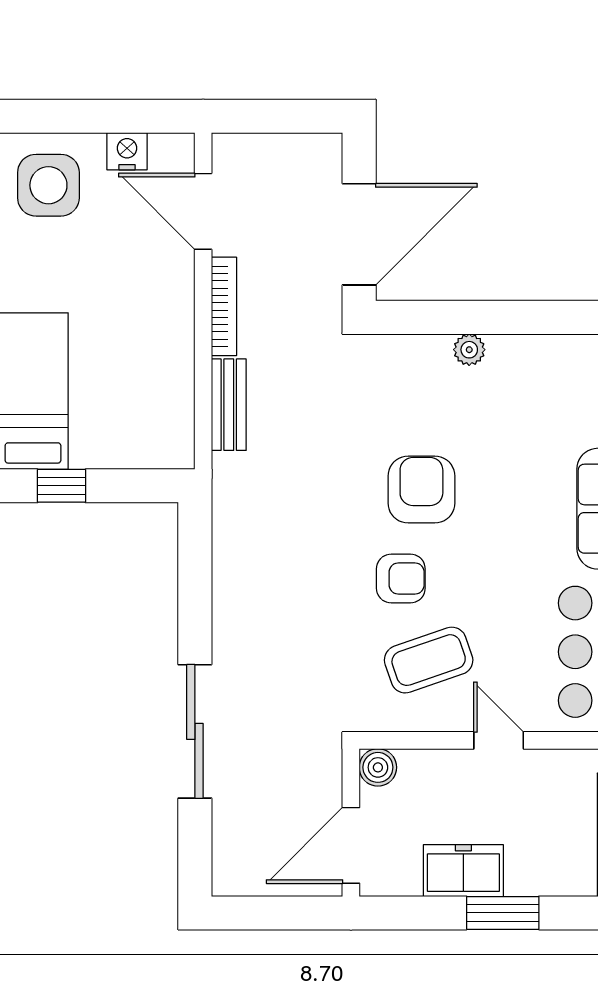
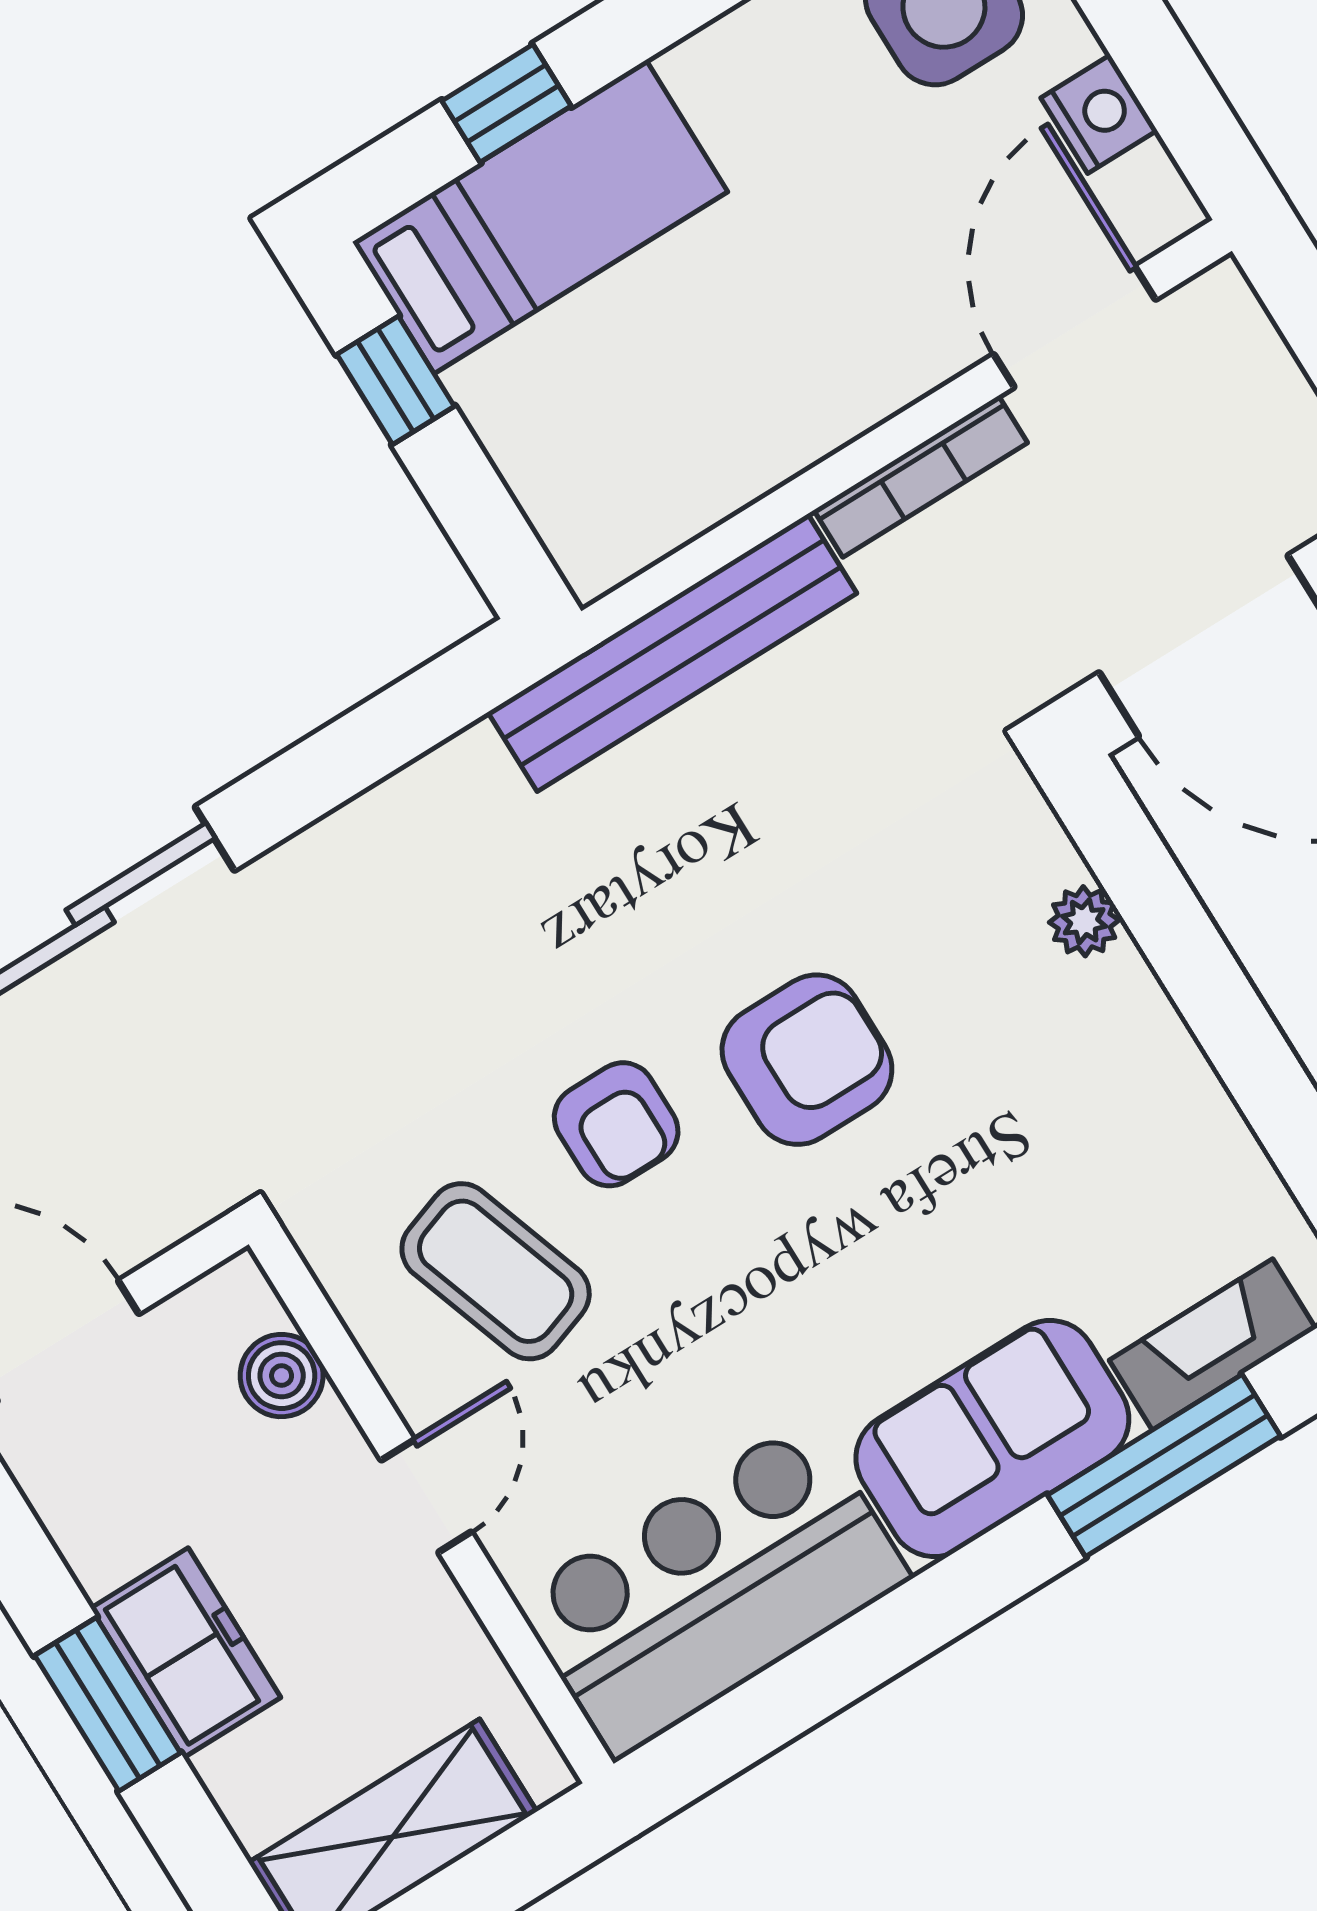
plant: (469, 350) -> (1084, 921), moved
bench: (229, 405) -> (672, 653), width x1.86, depth x1.21
boiler: (378, 767) -> (282, 1376), moved
freezer: (463, 871) -> (186, 1653), moved

